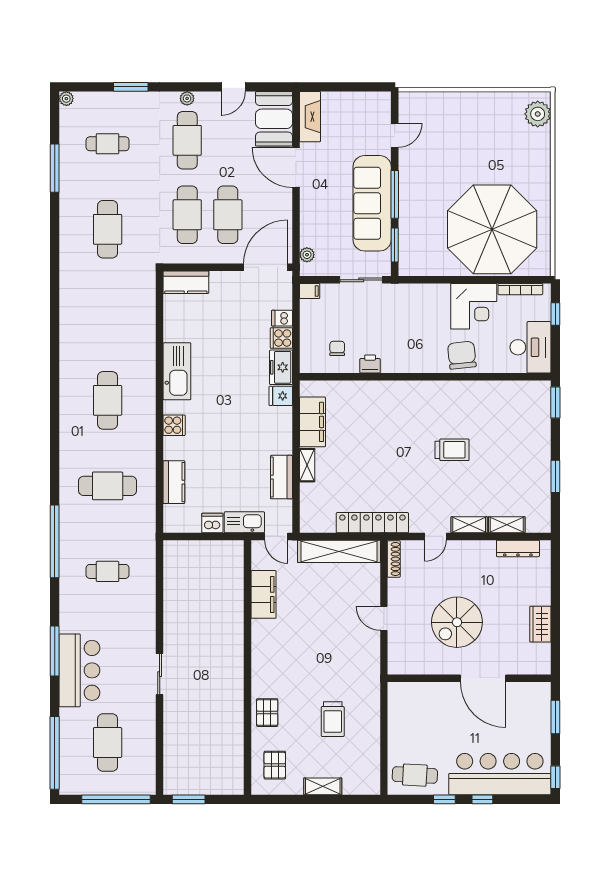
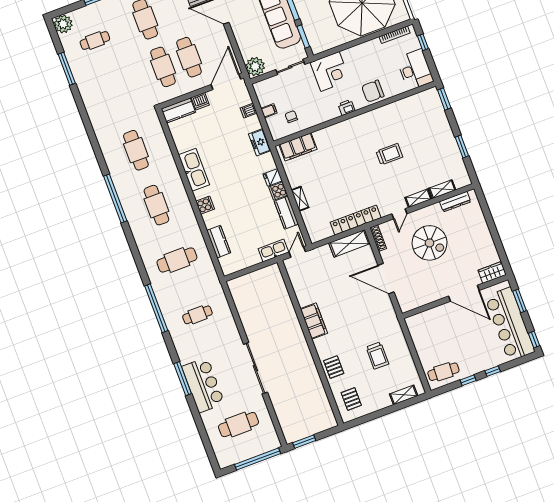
plant: (66, 99) -> (63, 24), width x1.87, depth x1.87
cafe table: (108, 229) -> (136, 150), moved
plant: (307, 255) -> (255, 66), width x1.88, depth x1.88
filing cabinet: (310, 291) -> (269, 111), moved
corner desk: (474, 306) -> (330, 71), moved
cooker: (281, 338) -> (278, 191), moved
chair: (462, 355) -> (373, 91), turned -84
printer: (370, 364) -> (346, 107), moved
fridge: (281, 396) -> (273, 177), moved
filing cabinet: (312, 422) -> (298, 147), moved, turned 90
dishwasher: (212, 523) -> (200, 101), moved, turned 180
door: (276, 536) -> (297, 252), swing flipped
shelving: (339, 551) -> (350, 243), width x0.68
filing cabinet: (264, 594) -> (314, 321), moved
door: (384, 618) -> (386, 279), width x1.88
spiral stairs: (457, 622) -> (430, 243), moved, turned -90
wardrobe: (540, 624) -> (492, 273), moved, turned 90
sliding door: (160, 674) -> (255, 368), width x1.86
cafe table: (108, 743) -> (238, 425), turned 90
window: (55, 753) -> (115, 198), moved
bar counter: (500, 774) -> (510, 324), moved, turned -90
shelving: (323, 786) -> (404, 395), moved

